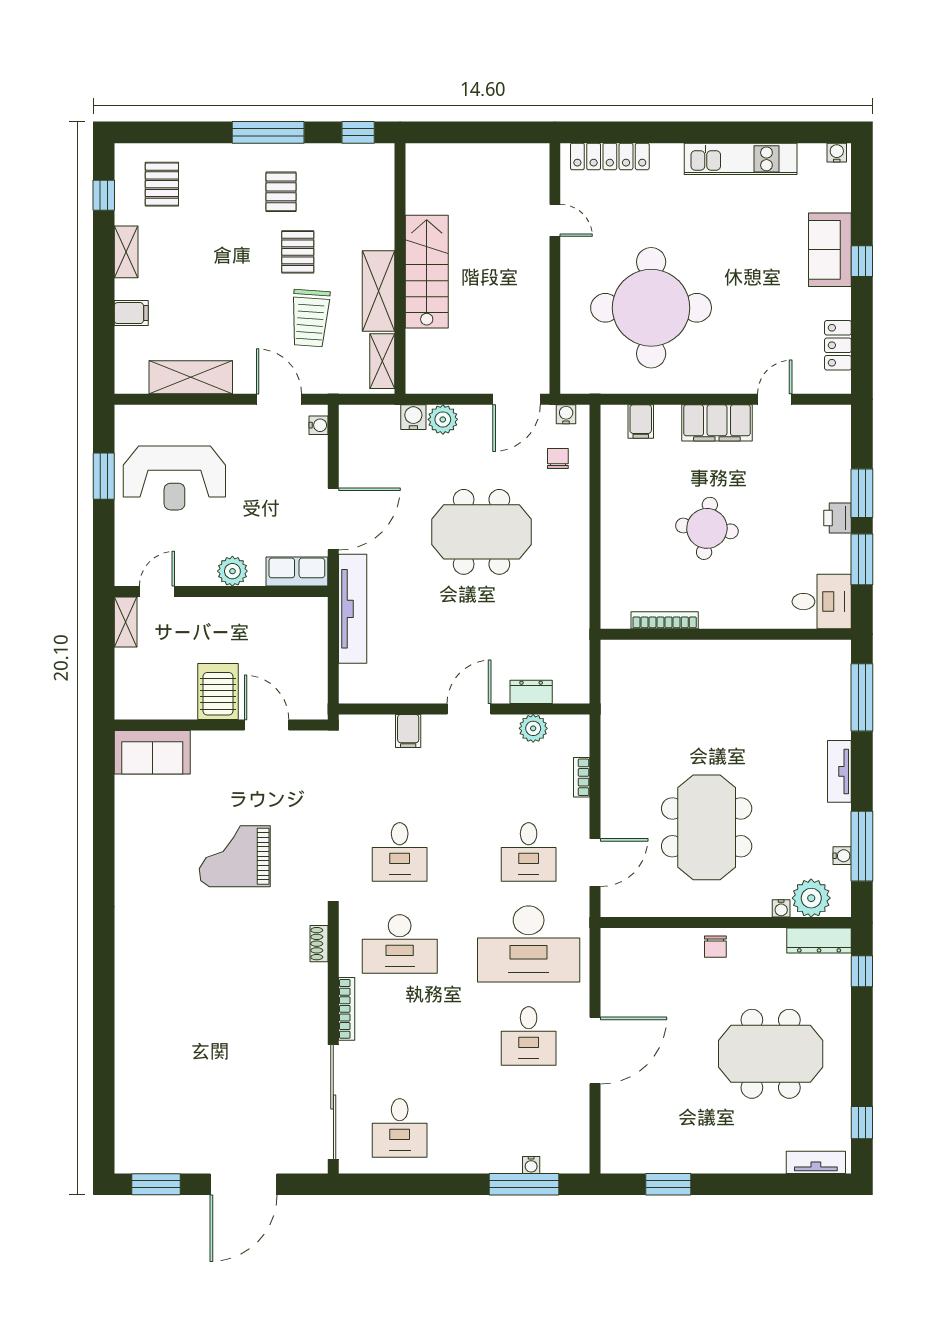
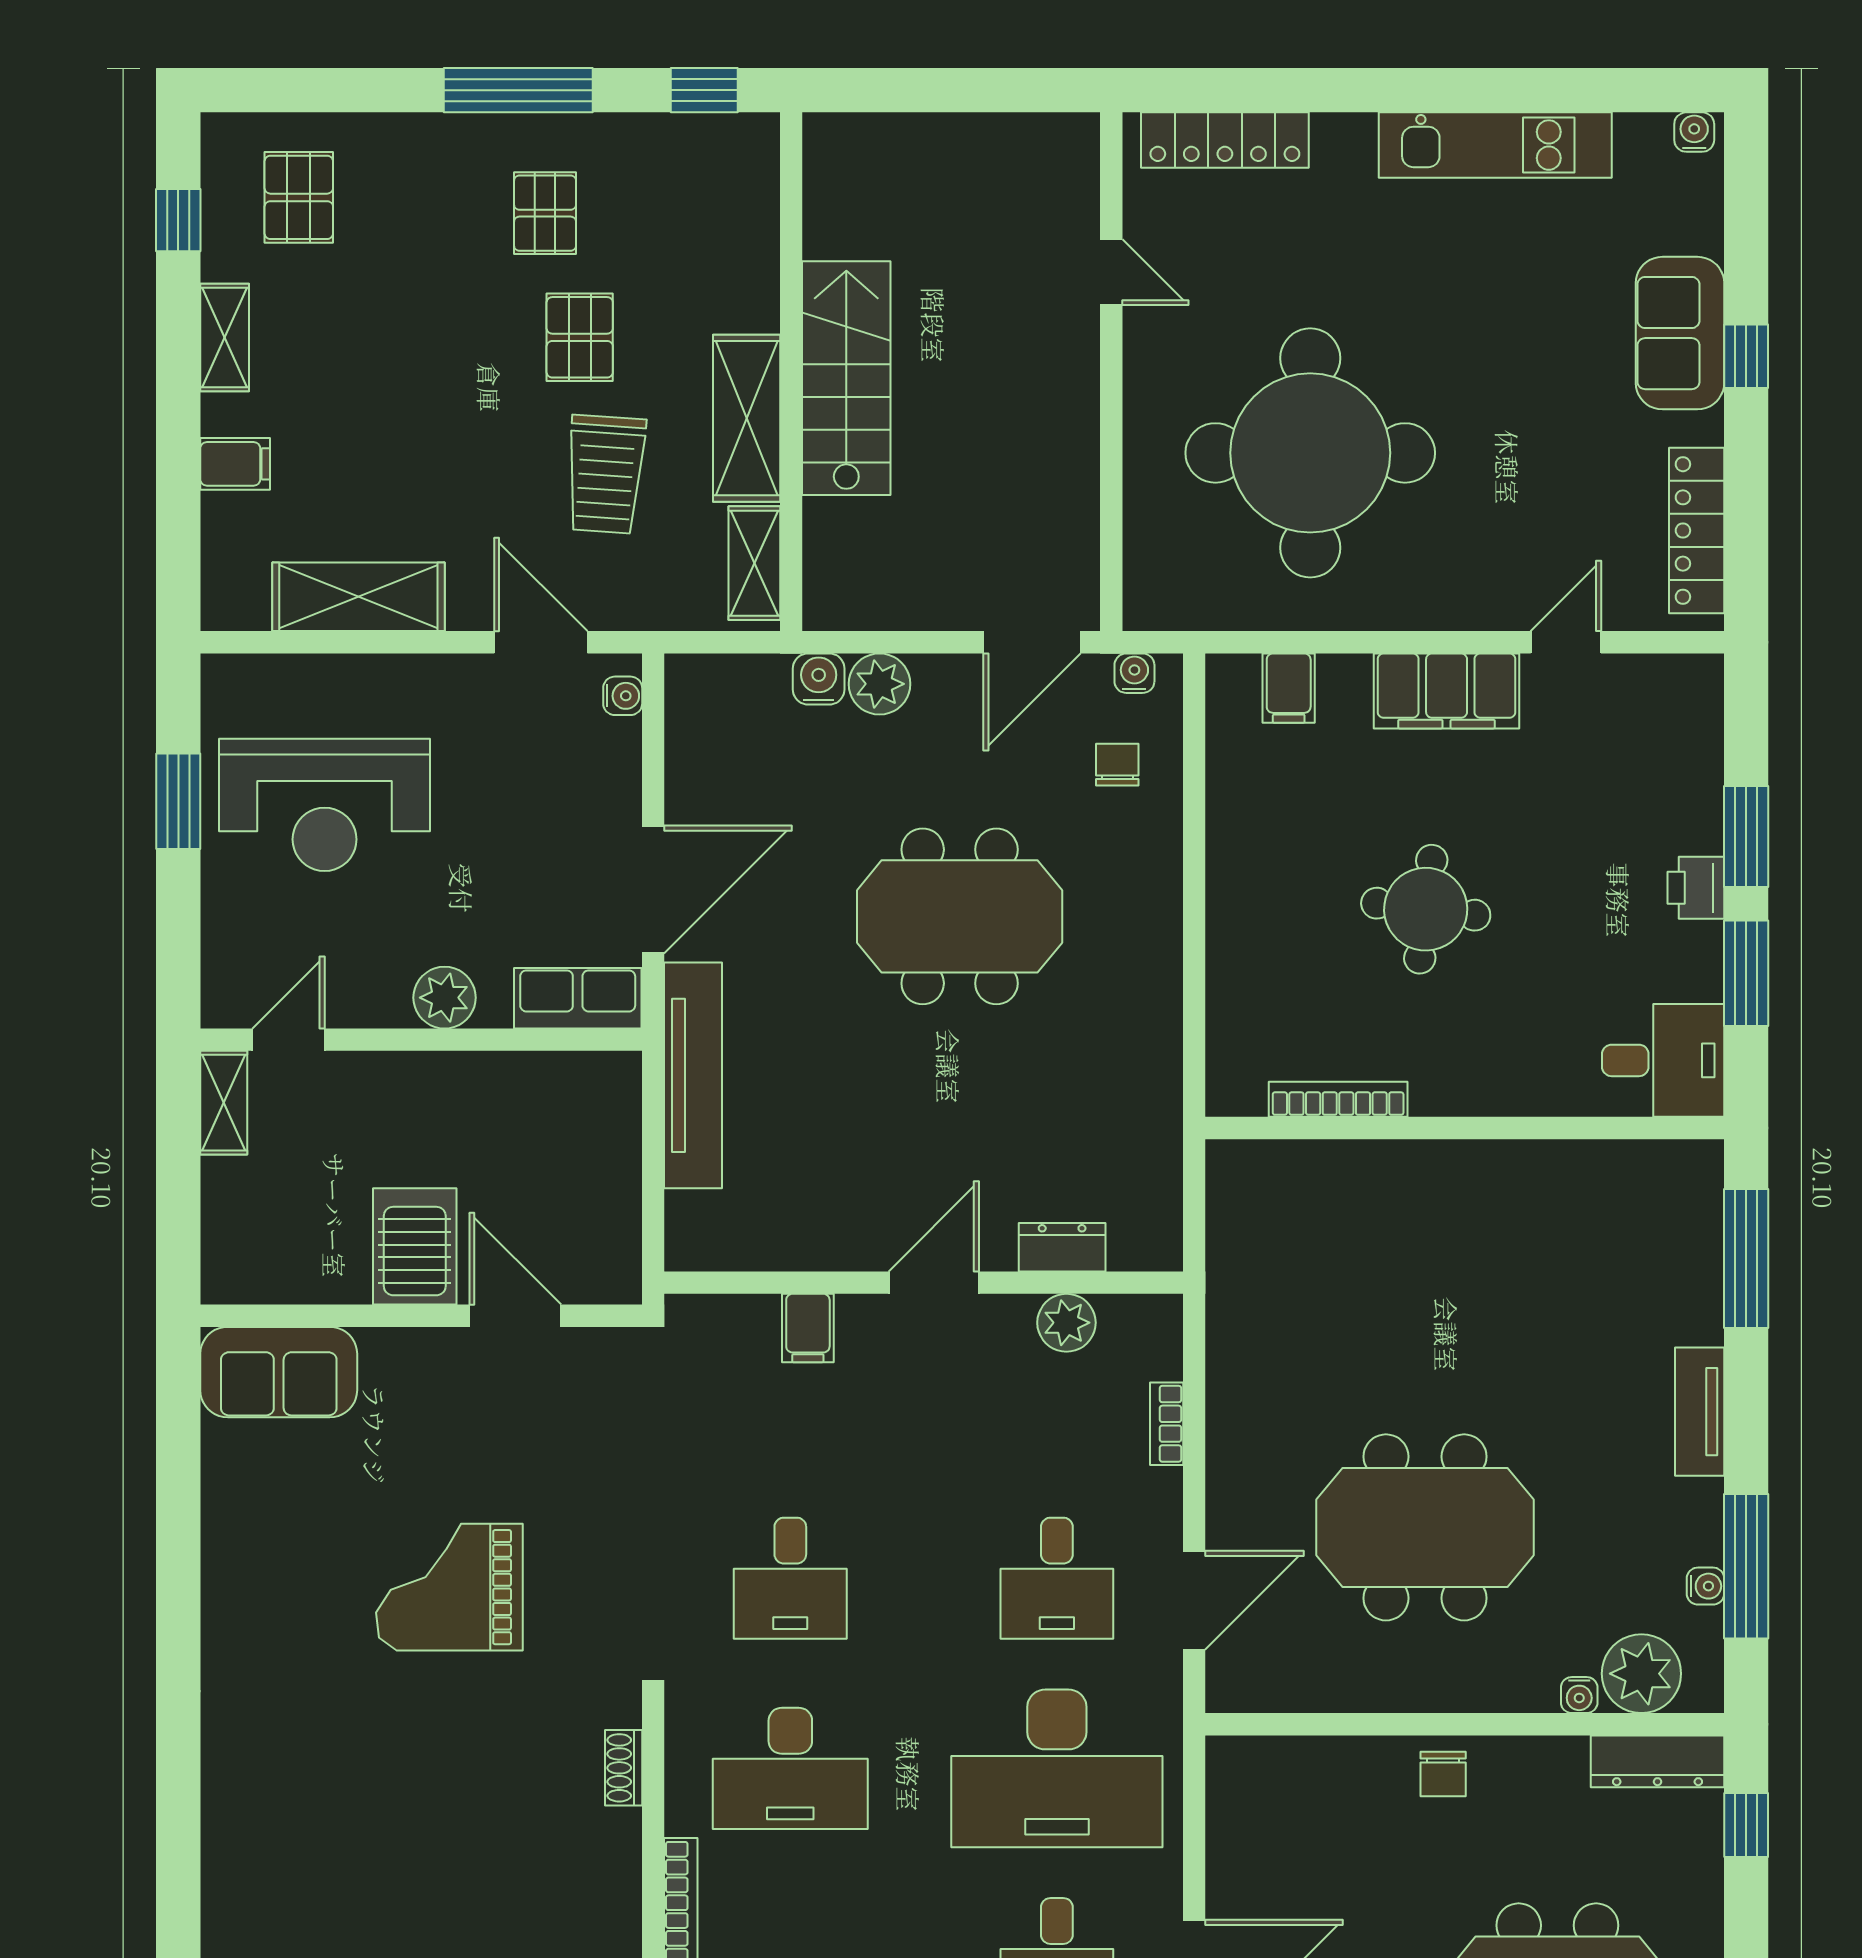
locker: (838, 345) -> (1697, 530), width x1.53
meeting table: (707, 827) -> (1425, 1527), turned 90

